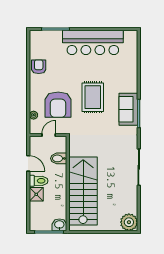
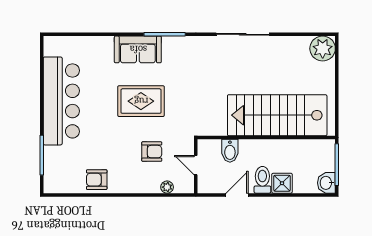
armchair: (58, 105) -> (152, 152), width x0.53, depth x0.53
sofa: (128, 109) -> (138, 49), moved
washbasin: (59, 225) -> (326, 183), moved

